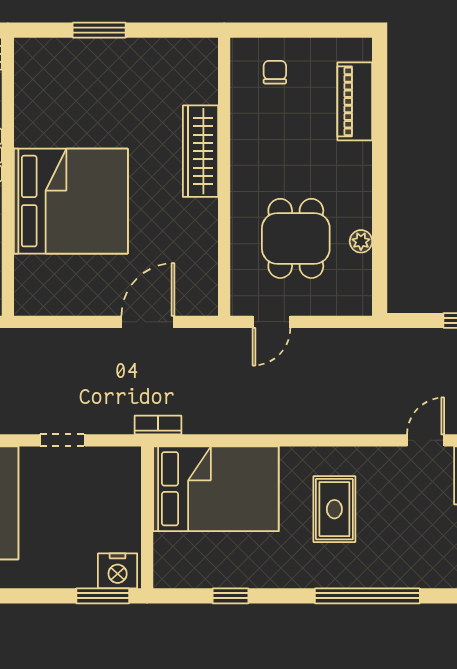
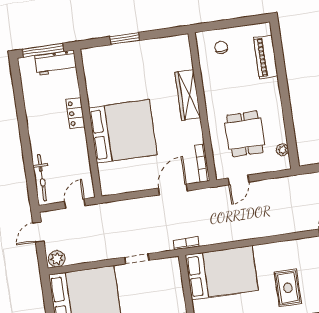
plant: (361, 241) -> (282, 150), moved
bookcase: (209, 281) -> (202, 163), added
rug: (334, 509) -> (288, 288), moved

